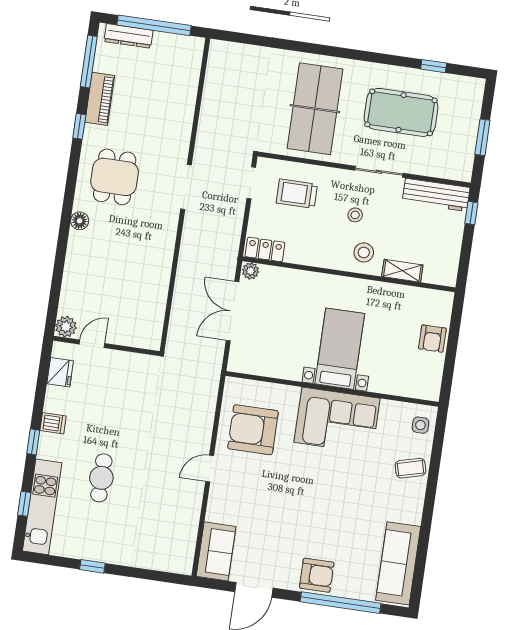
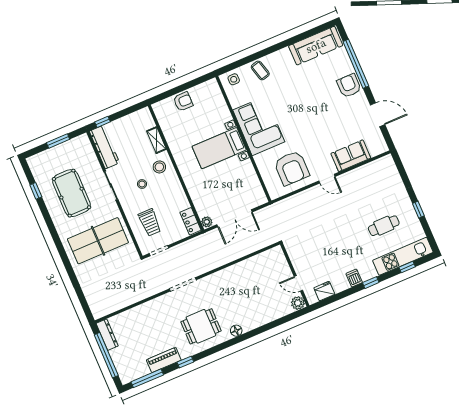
dresser: (128, 36) -> (107, 335), moved
cafe table: (101, 478) -> (384, 226), moved
sofa: (216, 551) -> (351, 156), moved

